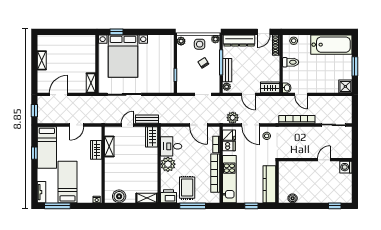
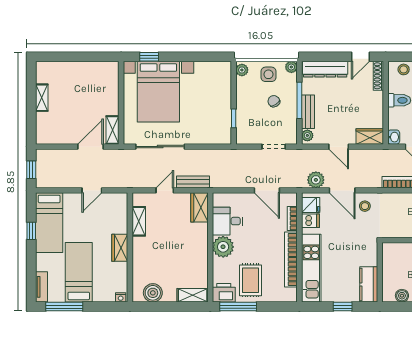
door: (58, 94) -> (90, 147), moved
wardrobe: (96, 150) -> (120, 248), moved
kitchen counter: (269, 184) -> (369, 284), width x0.67
window: (193, 206) -> (238, 307), moved

